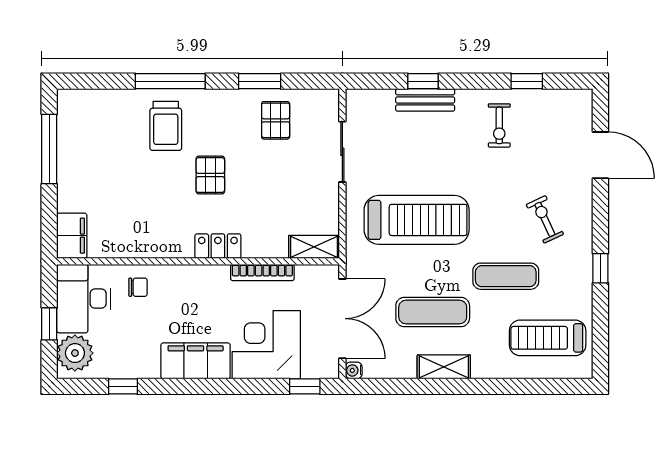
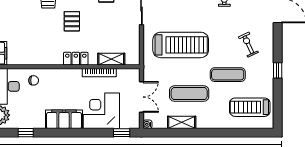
shelving: (314, 247) -> (111, 59), moved
double door: (342, 319) -> (141, 97), width x0.73
shelving: (444, 367) -> (182, 122), moved

